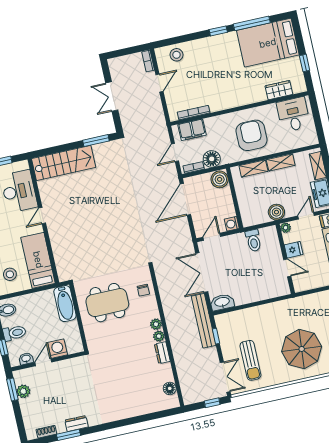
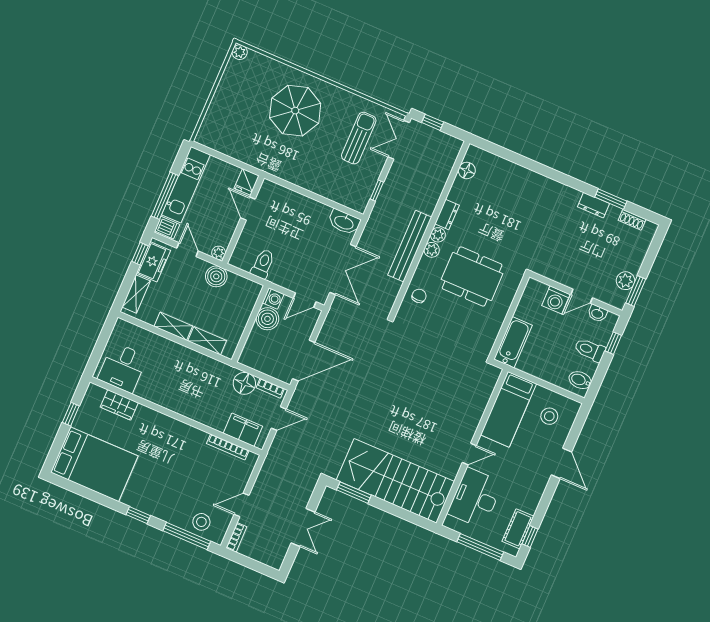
window: (252, 23) -> (187, 536), moved
armchair: (252, 135) -> (184, 378), removed
stairs: (64, 163) -> (395, 481), width x1.36, depth x1.51
boiler: (220, 179) -> (267, 319), moved
door: (306, 216) -> (187, 250), swing flipped
fridge: (294, 250) -> (247, 182), moved, turned -90
dining table: (107, 303) -> (472, 276), moved
bench: (204, 321) -> (410, 246), moved

